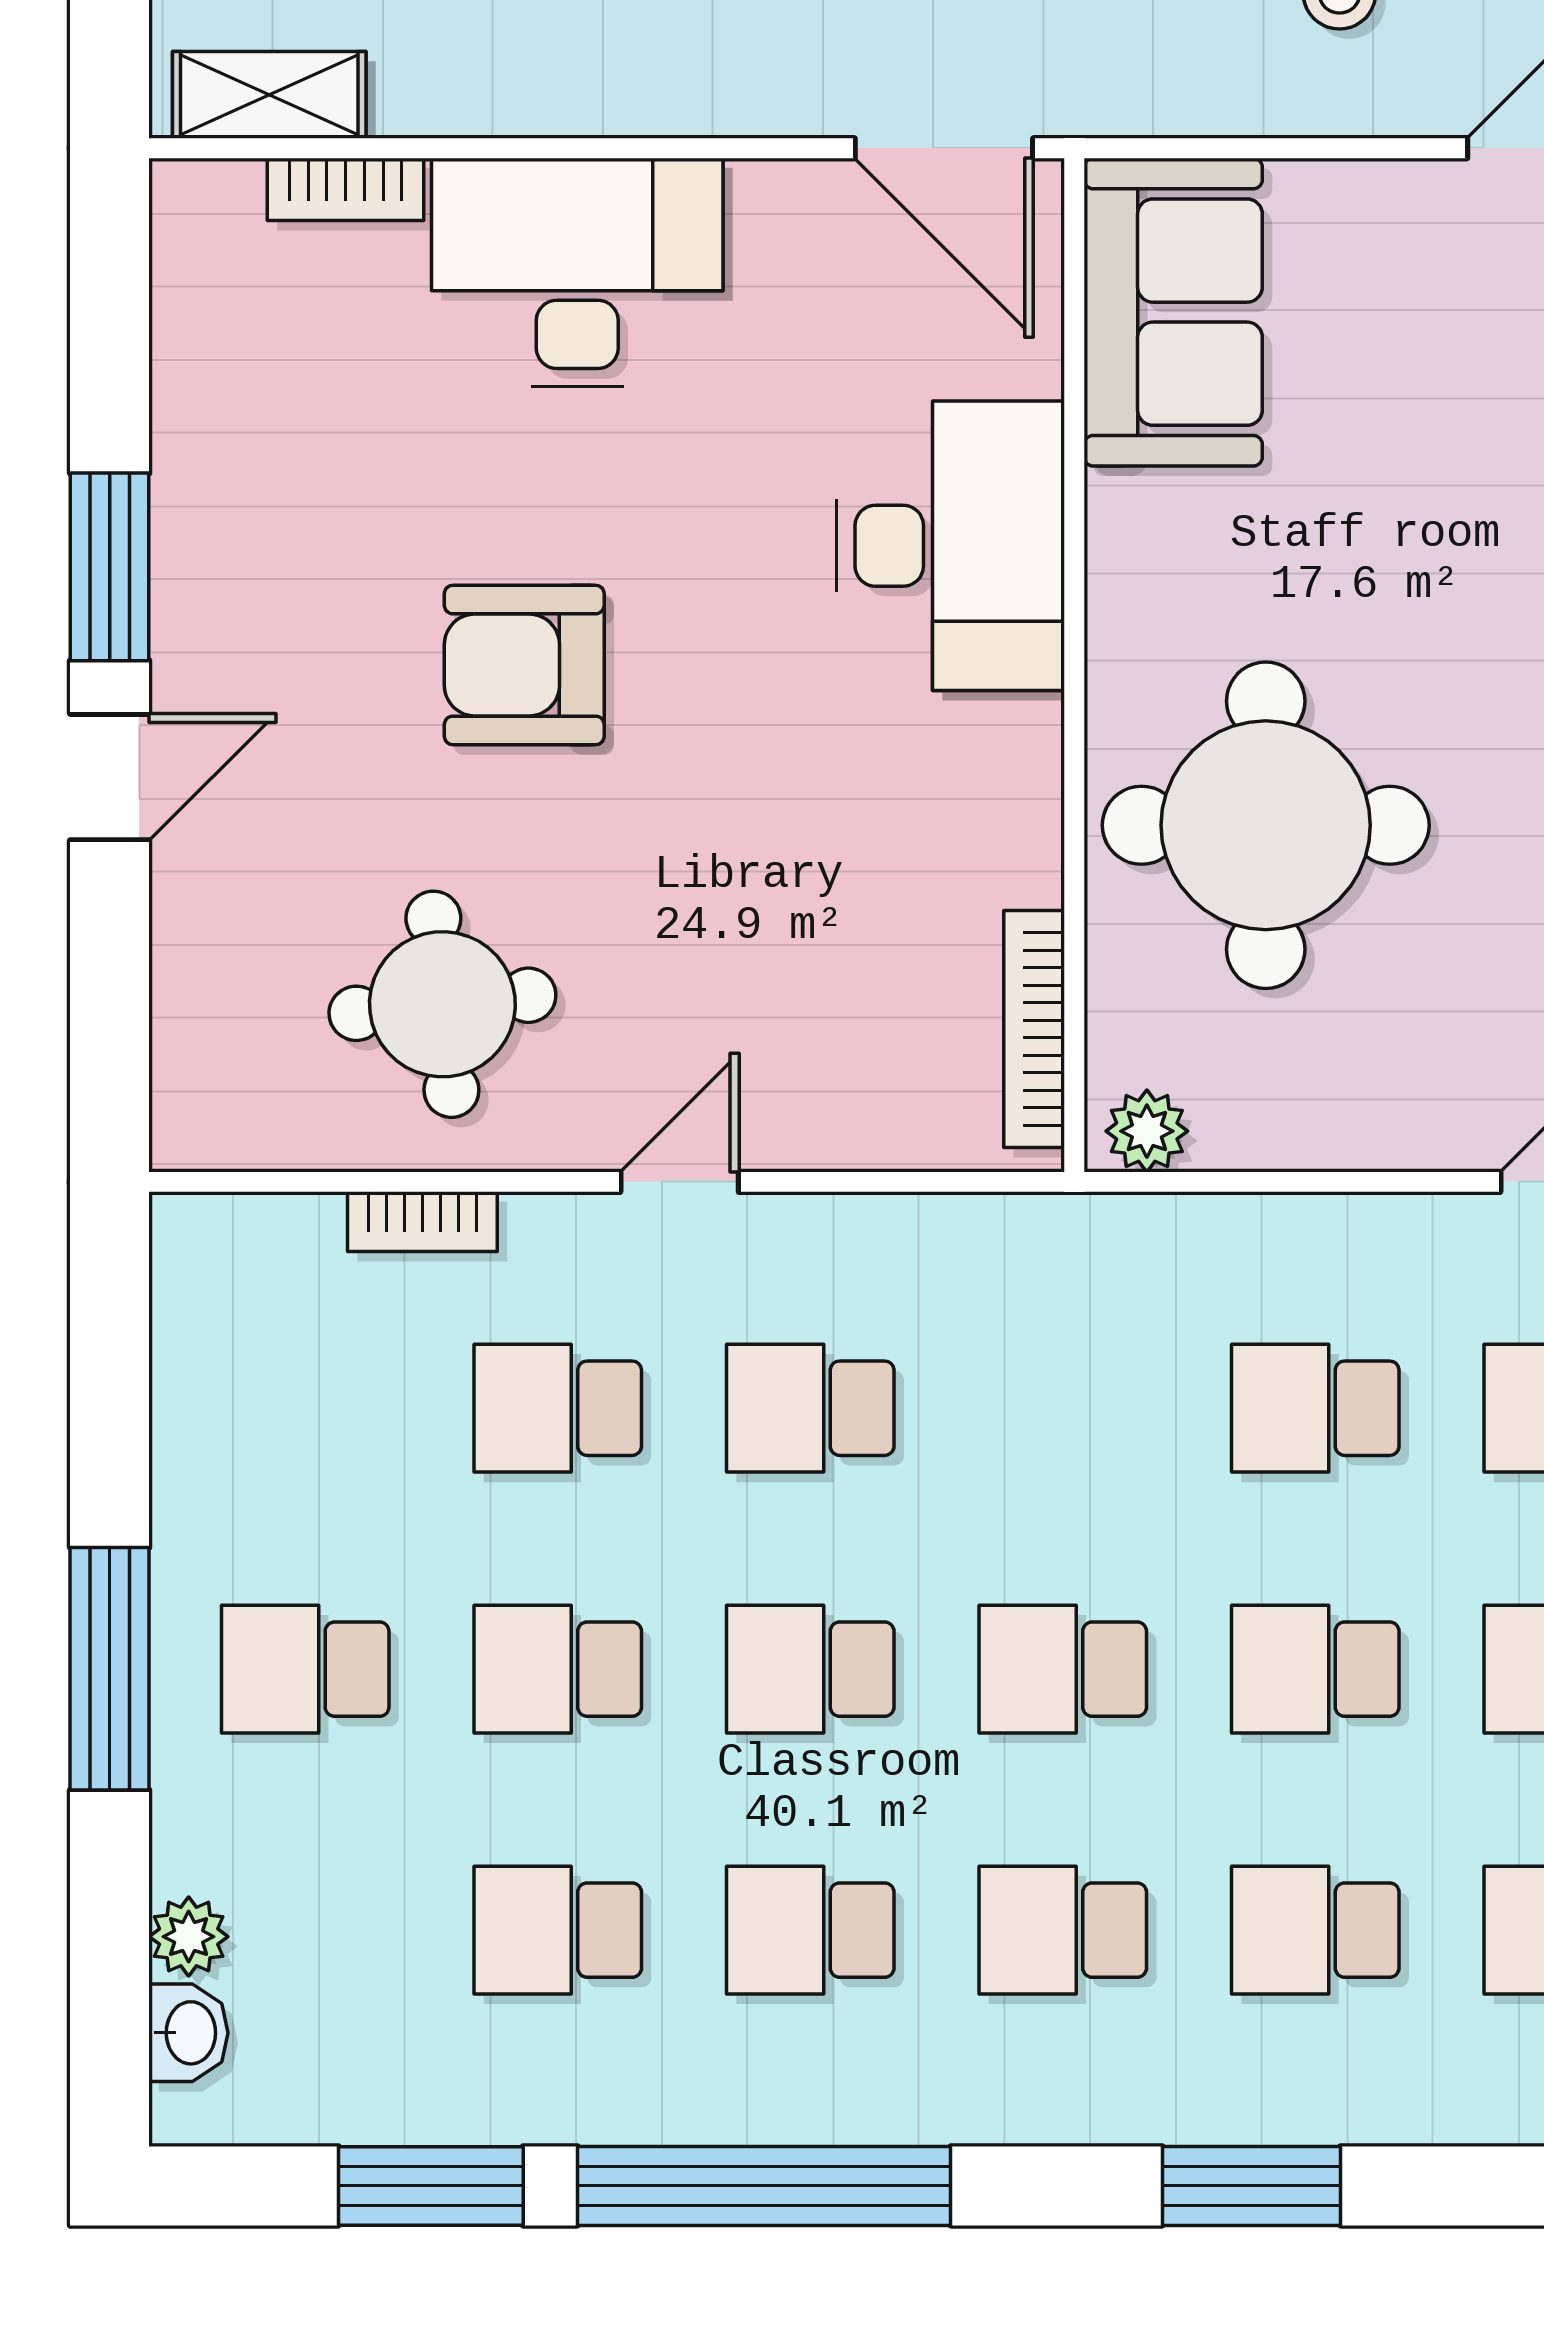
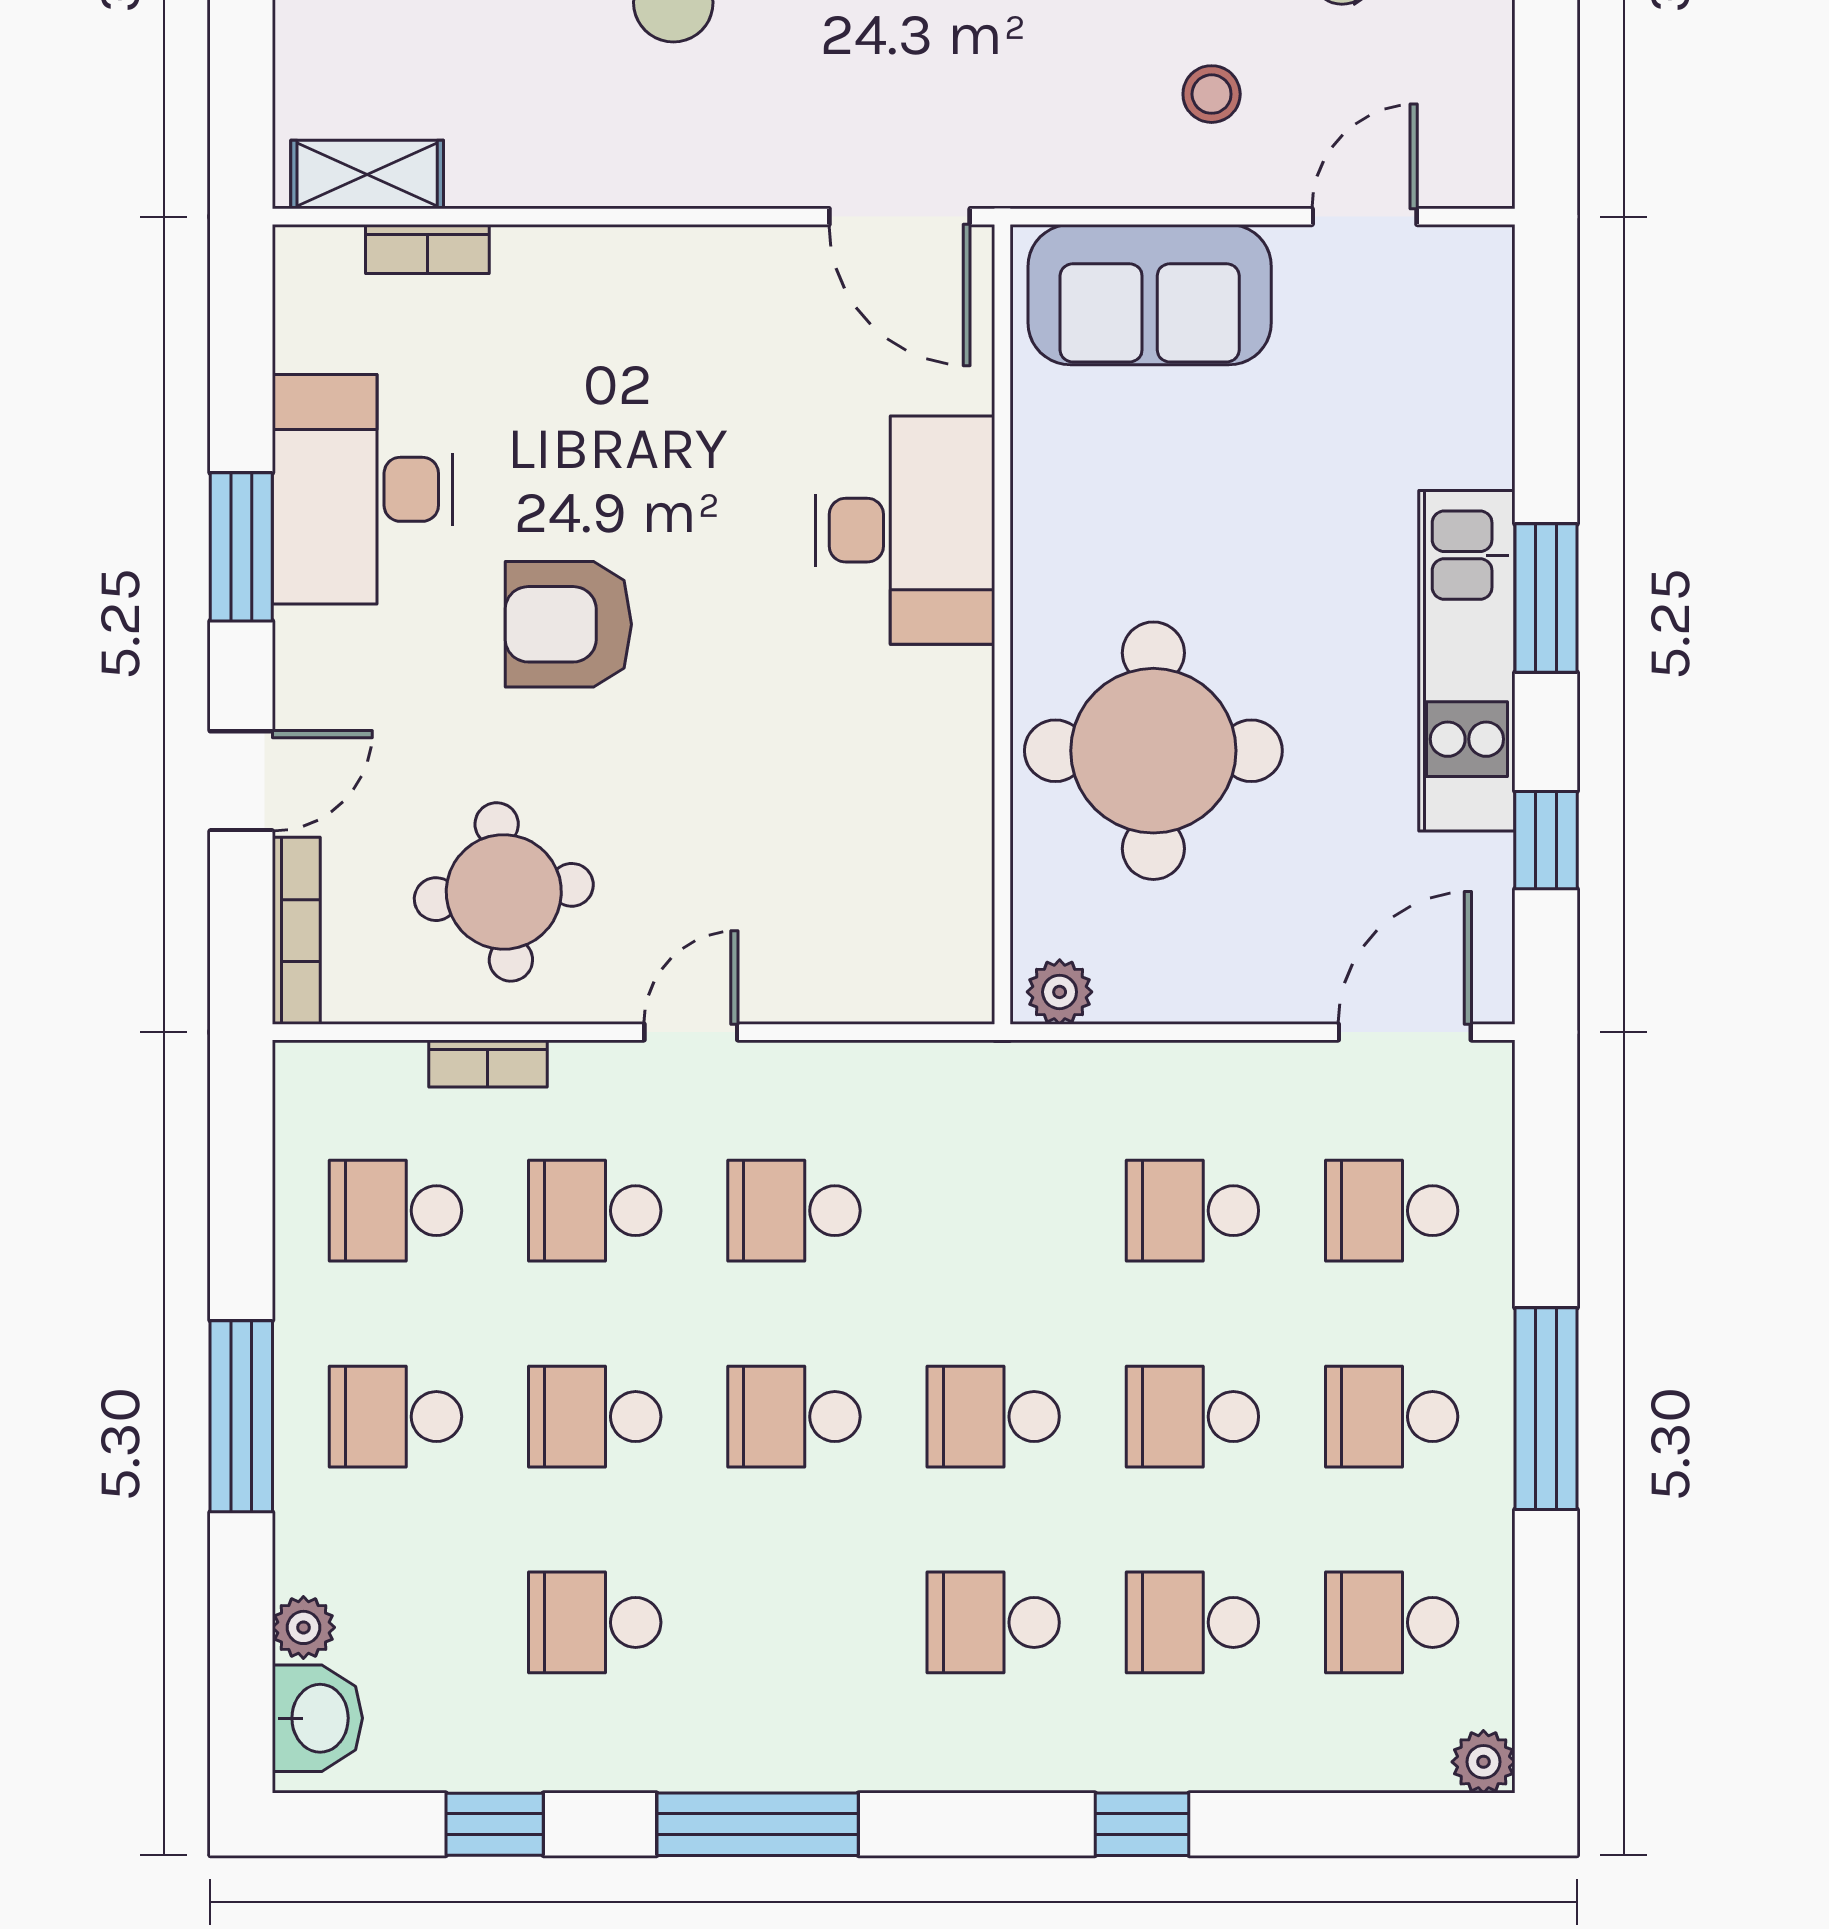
desk: (577, 273) -> (363, 489), moved, turned -90
sofa: (1173, 312) -> (1150, 295), moved, turned 90
door: (110, 777) -> (241, 781), moved
bookcase: (1034, 1029) -> (296, 931), moved, turned 180
school desk: (810, 1930) -> (395, 1211), moved
washbasin: (188, 2033) -> (317, 1718), width x1.38, depth x1.45
window: (431, 2186) -> (495, 1824), width x0.67
window: (764, 2186) -> (758, 1824), width x0.68
window: (1251, 2186) -> (1142, 1824), width x0.67

